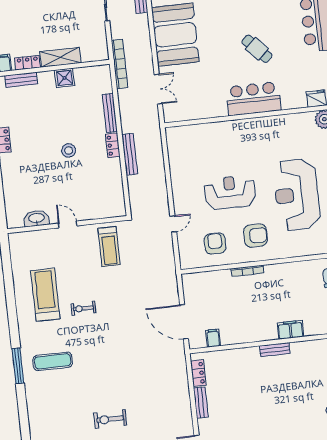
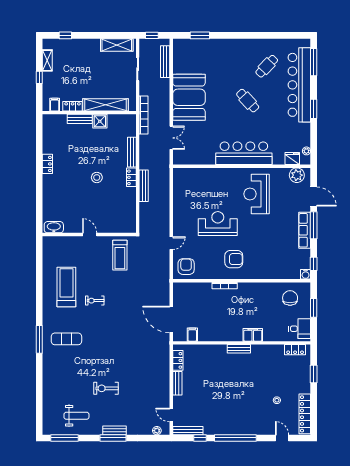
cafe table: (257, 49) -> (248, 101), moved
shelving: (60, 57) -> (106, 105), width x1.47
bench: (21, 80) -> (80, 119), moved
bar counter: (253, 99) -> (244, 153), width x1.36
reception desk: (297, 195) -> (257, 194), moved, width x0.74, depth x0.77
washbasin: (36, 218) -> (54, 227), moved
armchair: (215, 244) -> (186, 267), moved

